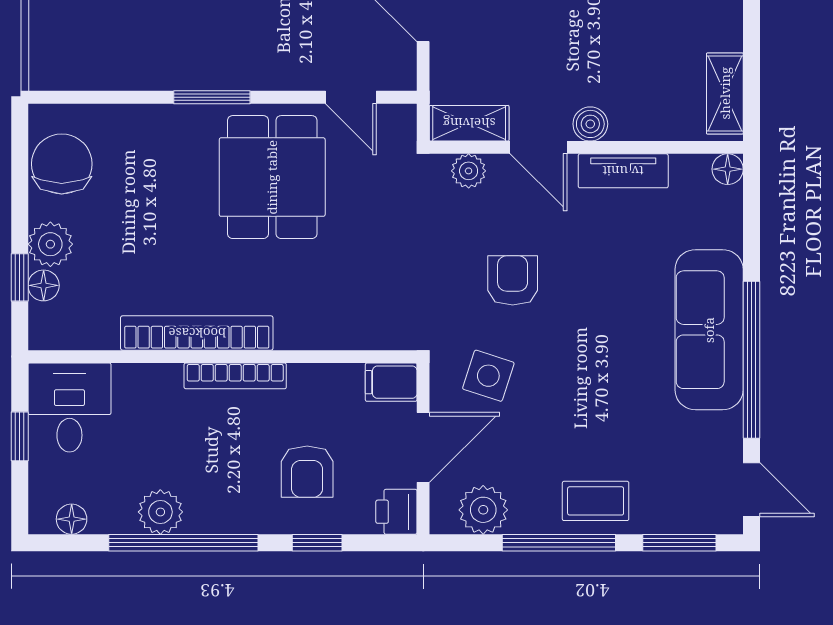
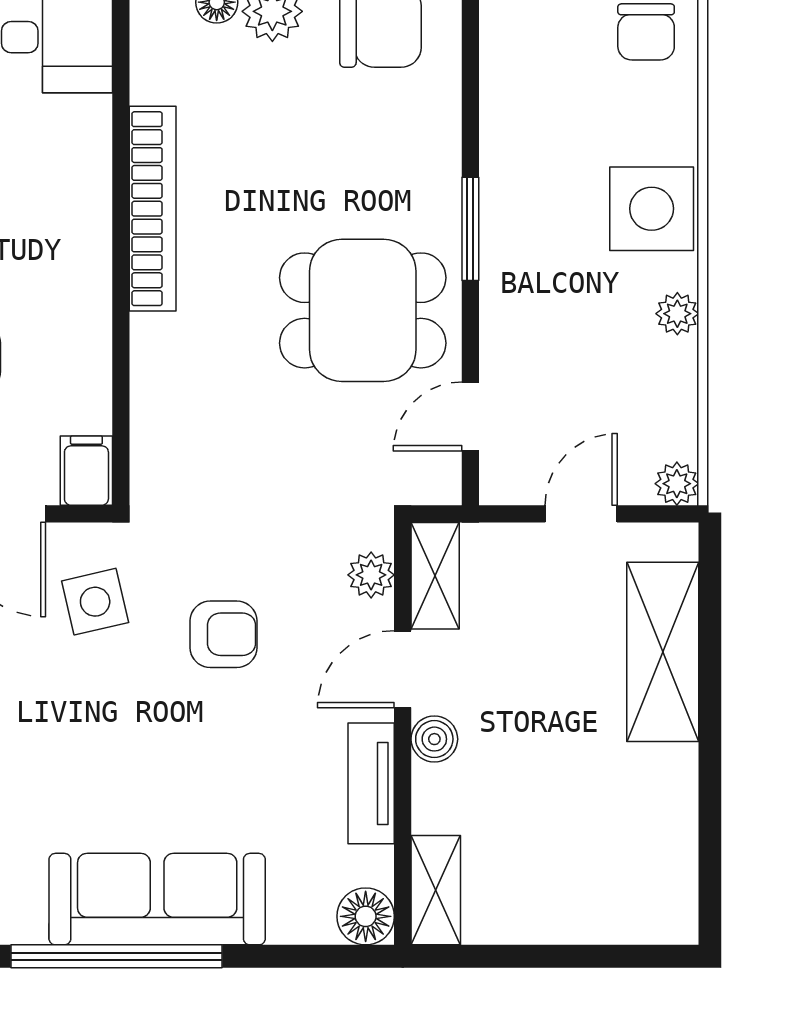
shelving: (725, 93) -> (436, 890), moved, turned 90
floor lamp: (728, 169) -> (366, 916), width x1.37, depth x1.37
bookcase: (235, 376) -> (95, 260), removed
side table: (488, 376) -> (95, 602), turned -31

